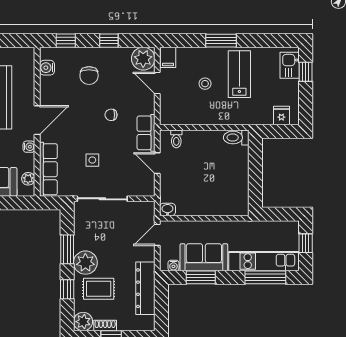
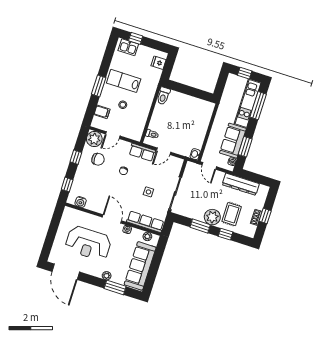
filing cabinet: (168, 57) -> (102, 112), moved
chair: (89, 76) -> (98, 159), moved
plant: (83, 322) -> (249, 231), removed

